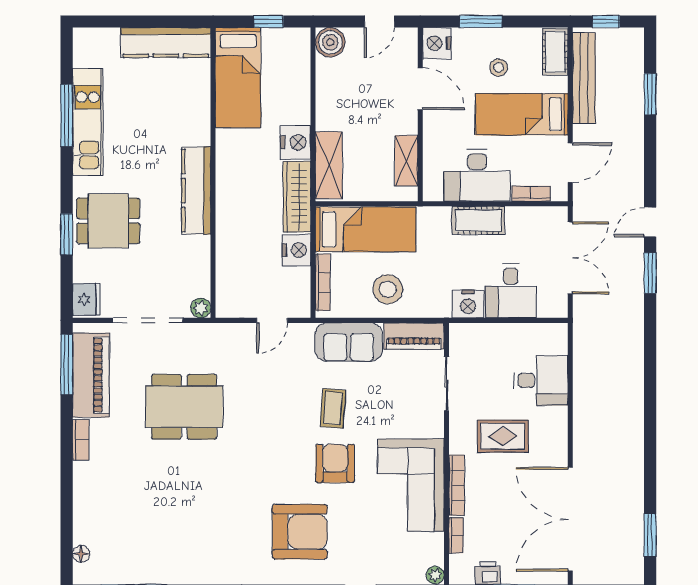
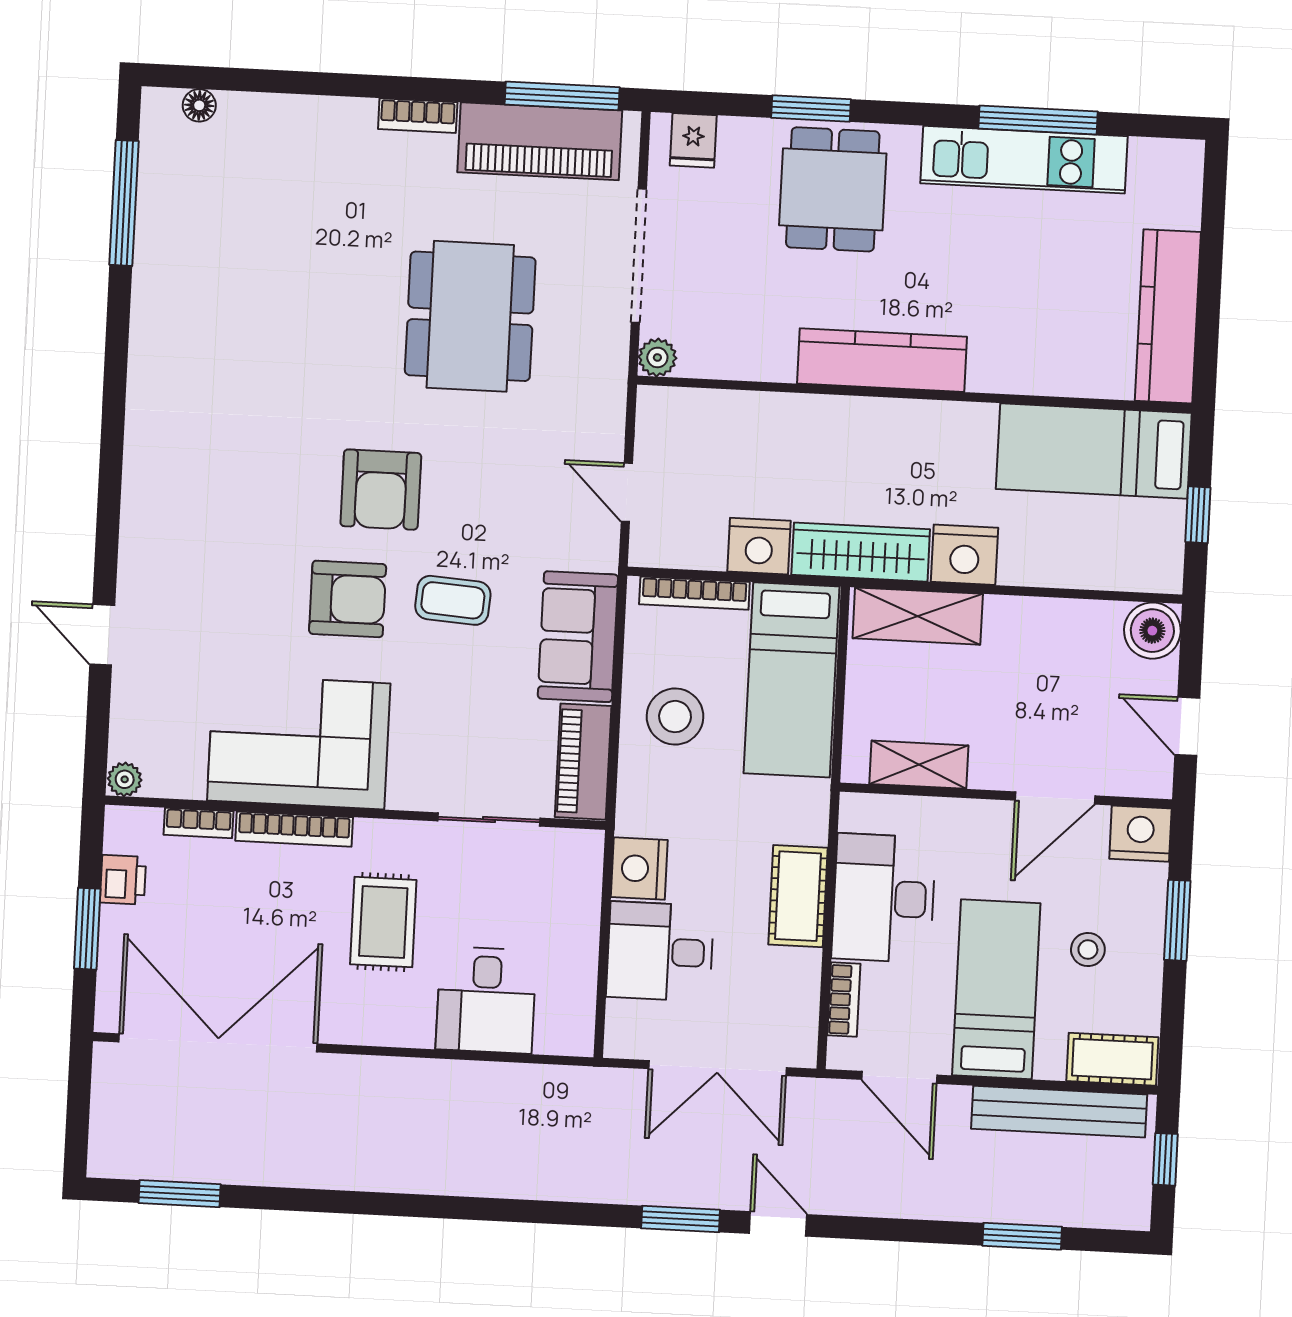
fridge: (86, 299) -> (693, 140), width x0.72
armchair: (300, 532) -> (381, 490), moved, width x0.73, depth x0.73

